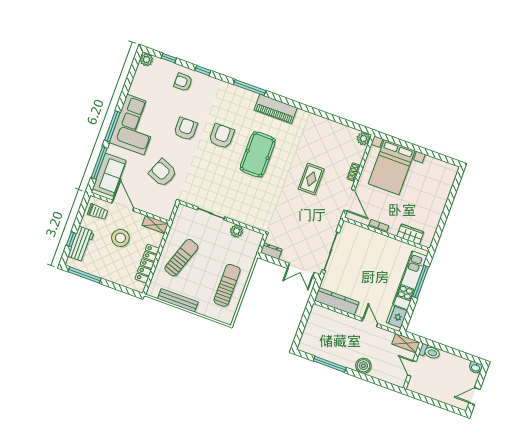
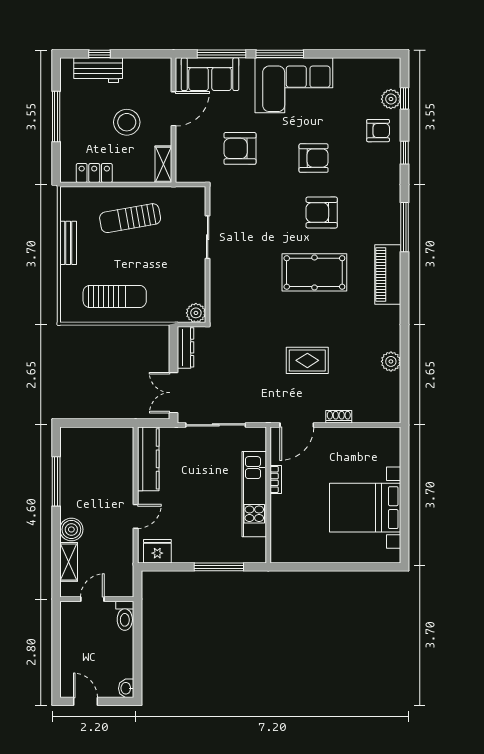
plant: (146, 60) -> (391, 99), moved
armchair: (183, 82) -> (378, 131), turned 90
armchair: (222, 136) -> (322, 213), turned 180
plant: (363, 139) -> (391, 361), moved
bed with nightstands: (392, 167) -> (365, 508), moved
armchair: (163, 173) -> (240, 148), turned -113
trolley: (98, 212) -> (152, 77), removed
plant: (237, 231) -> (196, 313), moved
wardrobe: (410, 234) -> (280, 528), removed
dresser: (271, 251) -> (185, 347), width x1.44
sun lounger: (181, 258) -> (130, 218), turned 151
locker: (147, 264) -> (94, 173), width x0.66
window: (84, 275) -> (56, 116), moved
kitchen unit: (410, 280) -> (254, 494), moved, turned -90
bench: (178, 300) -> (68, 243), width x0.73
shelving: (406, 343) -> (69, 562), moved

